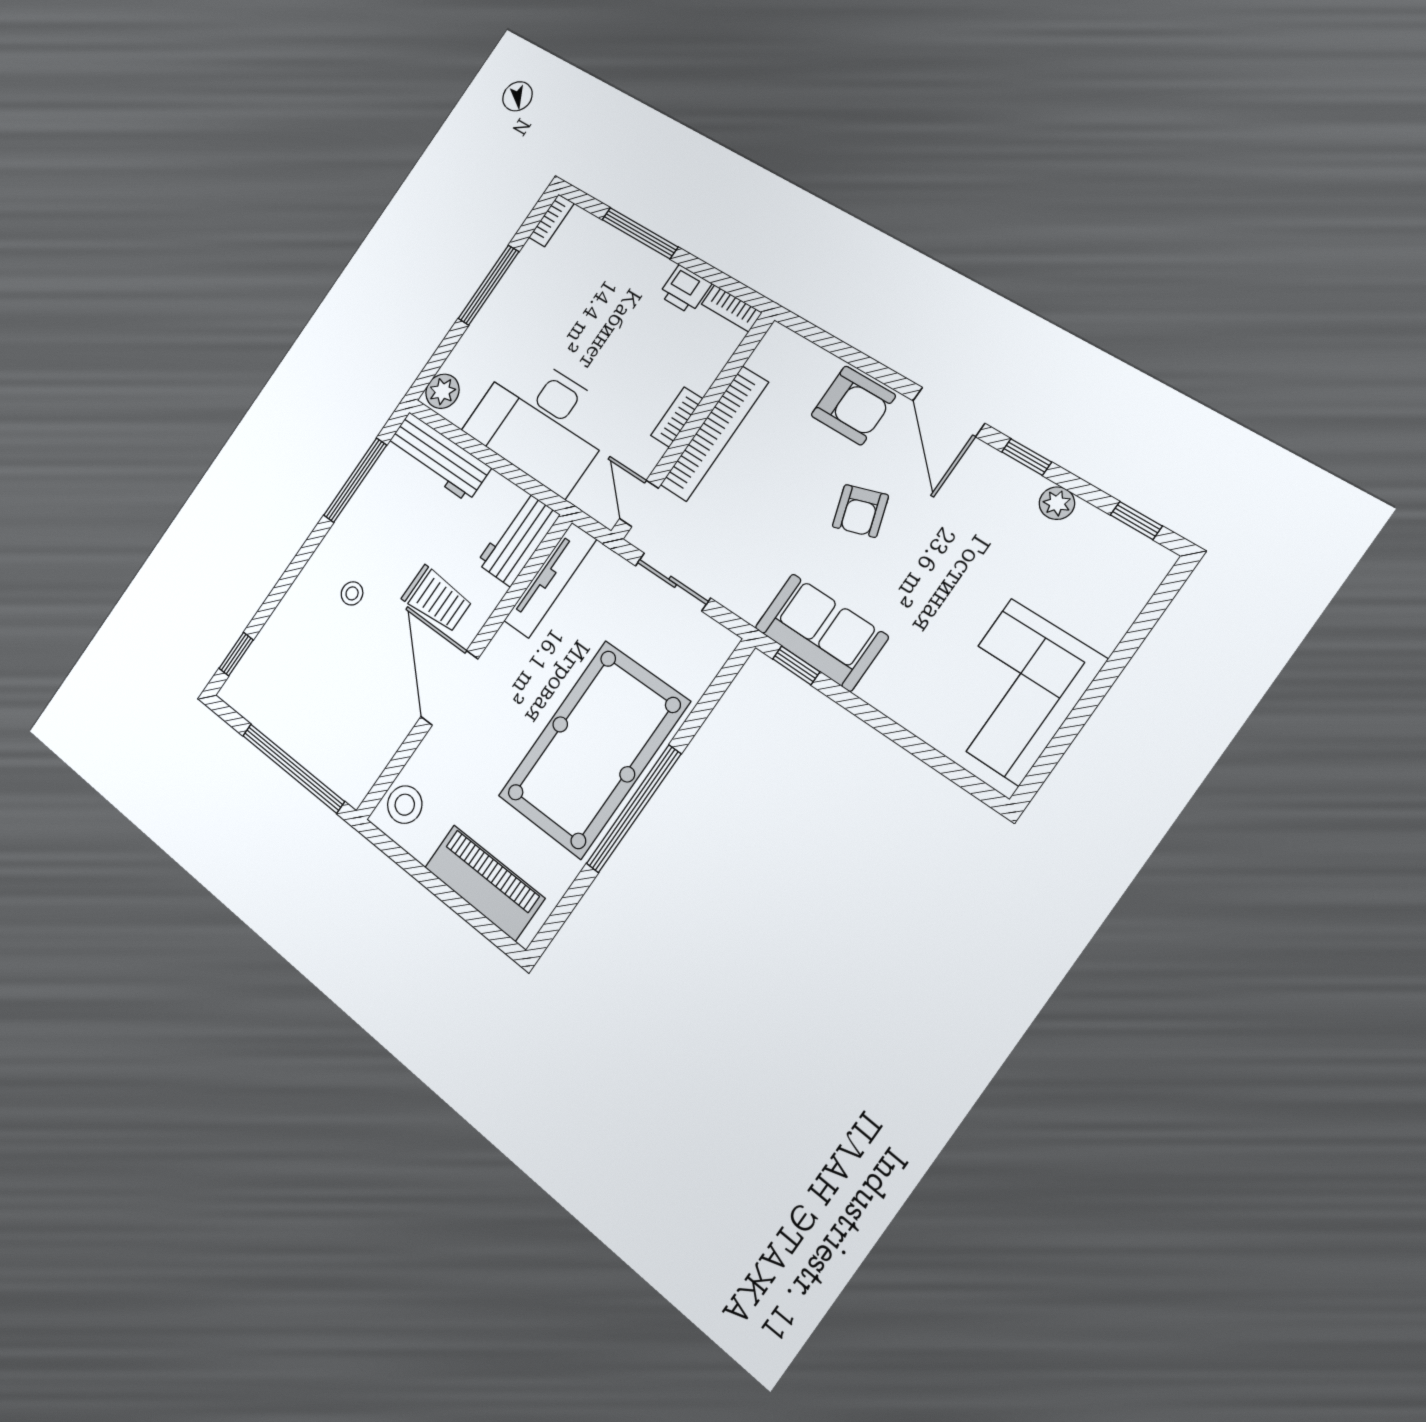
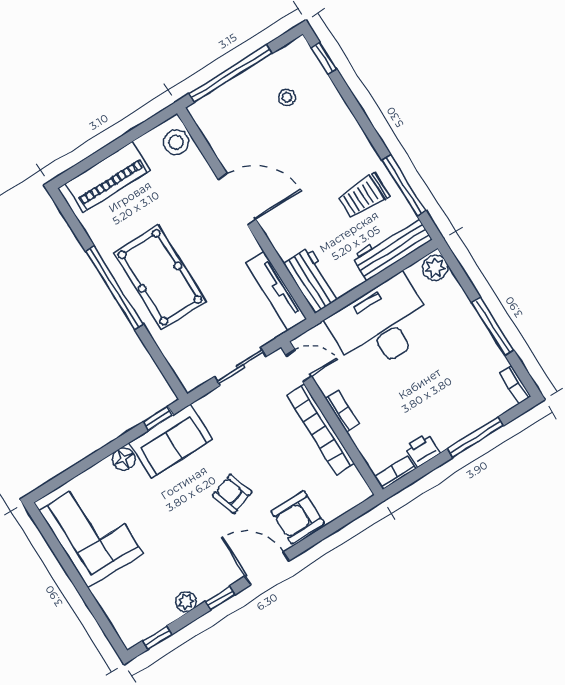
stool: (352, 593) -> (287, 97), moved
trolley: (437, 599) -> (363, 196), moved
floor lamp: (879, 690) -> (124, 459), added
pool table: (593, 749) -> (160, 277), width x0.73, depth x0.76

